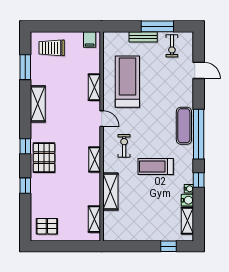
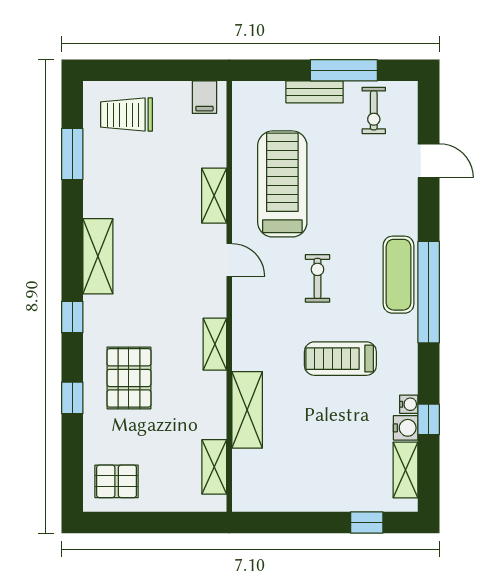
shelving: (38, 104) -> (98, 256), moved
exercise bike: (124, 146) -> (317, 278), moved
pallet: (44, 158) -> (129, 378), moved
window: (199, 180) -> (429, 419), moved

